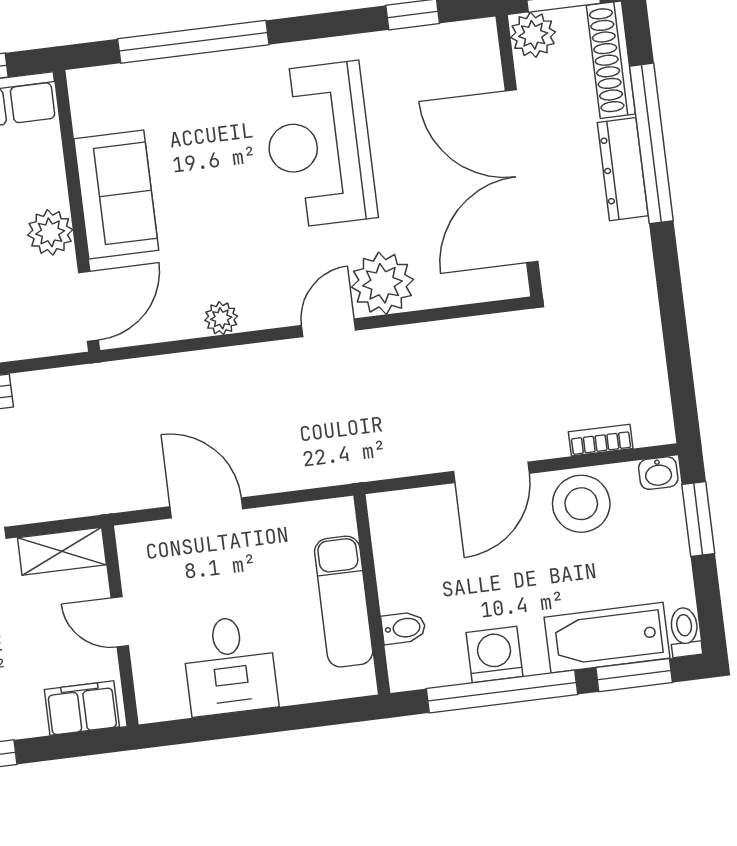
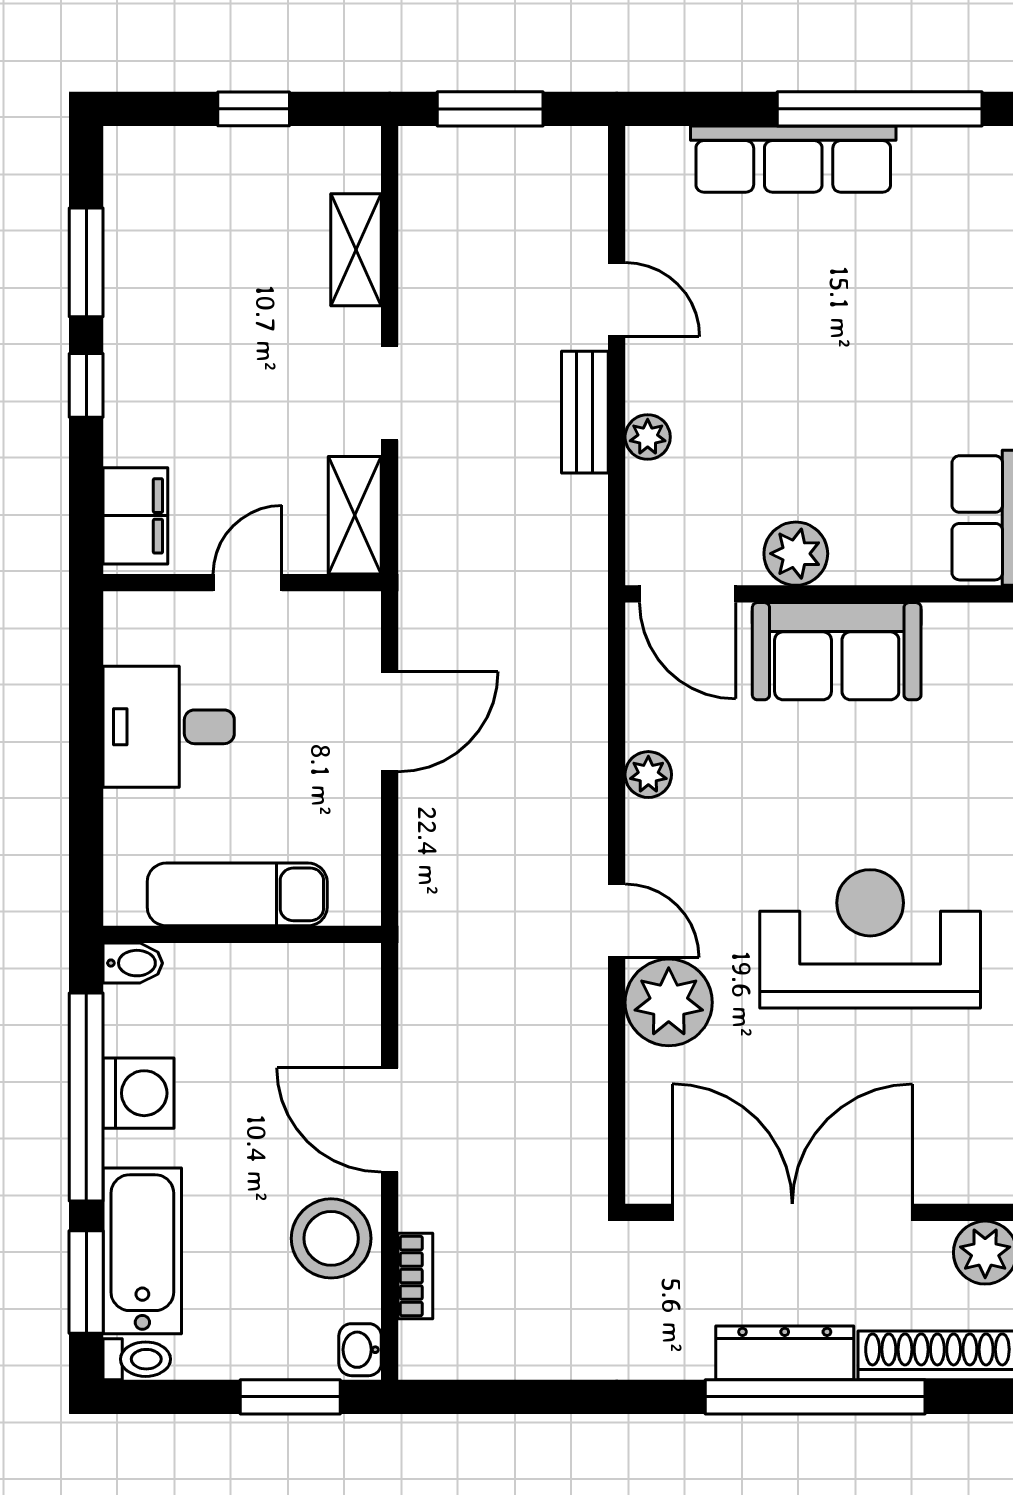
bidet: (404, 628) -> (133, 963), moved, turned -90

